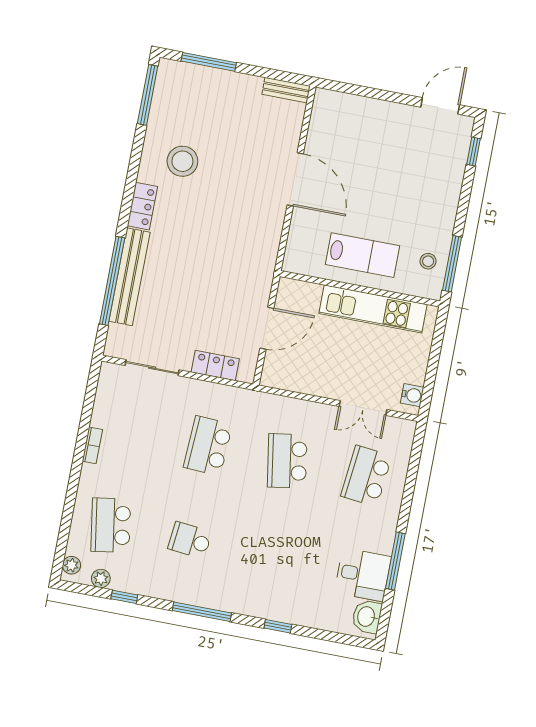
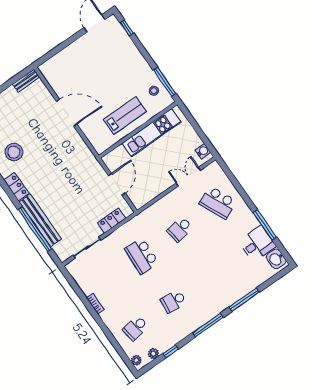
double door: (363, 408) -> (188, 177), swing flipped
school desk: (287, 461) -> (180, 229), width x0.54
school desk: (366, 476) -> (218, 203), turned -30
school desk: (111, 525) -> (135, 328), width x0.54
window: (278, 626) -> (244, 300), width x2.17

